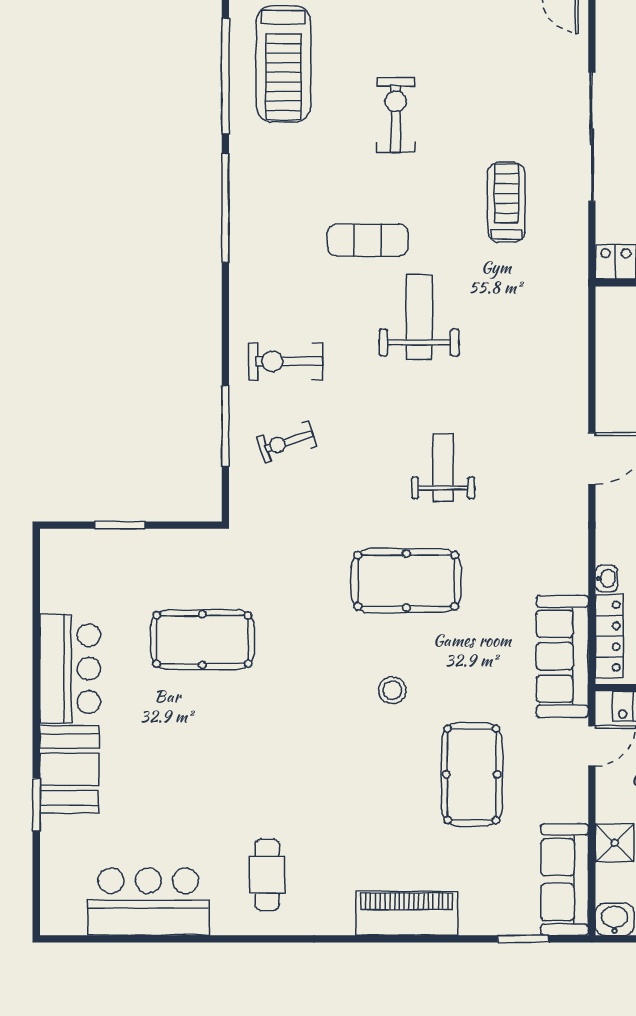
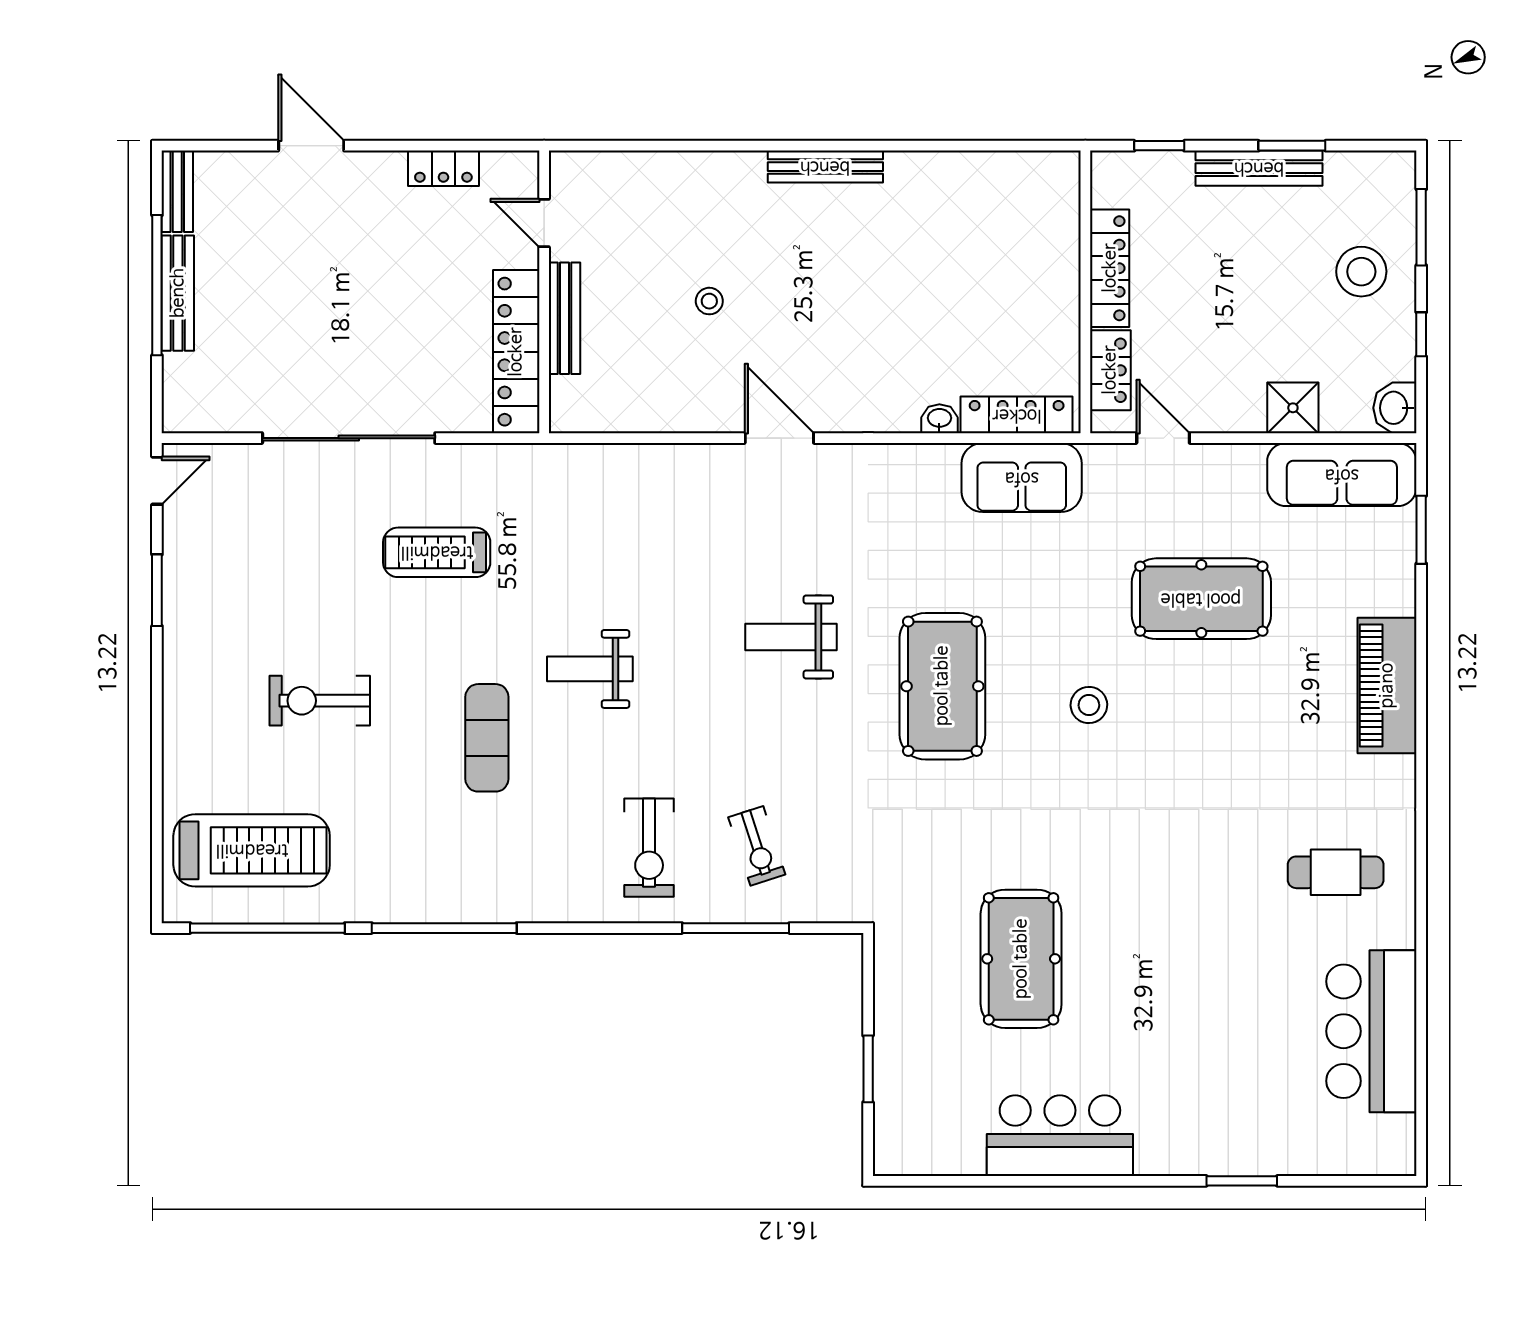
weight bench: (419, 317) -> (590, 669), width x0.73, depth x0.75
sofa: (562, 656) -> (1022, 478), width x0.73
booth: (69, 769) -> (1195, 1137), removed

